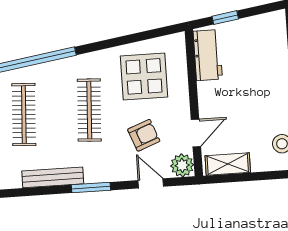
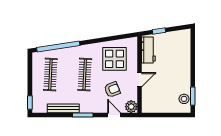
door: (196, 133) -> (140, 80), moved
shelving: (228, 164) -> (155, 108), removed

